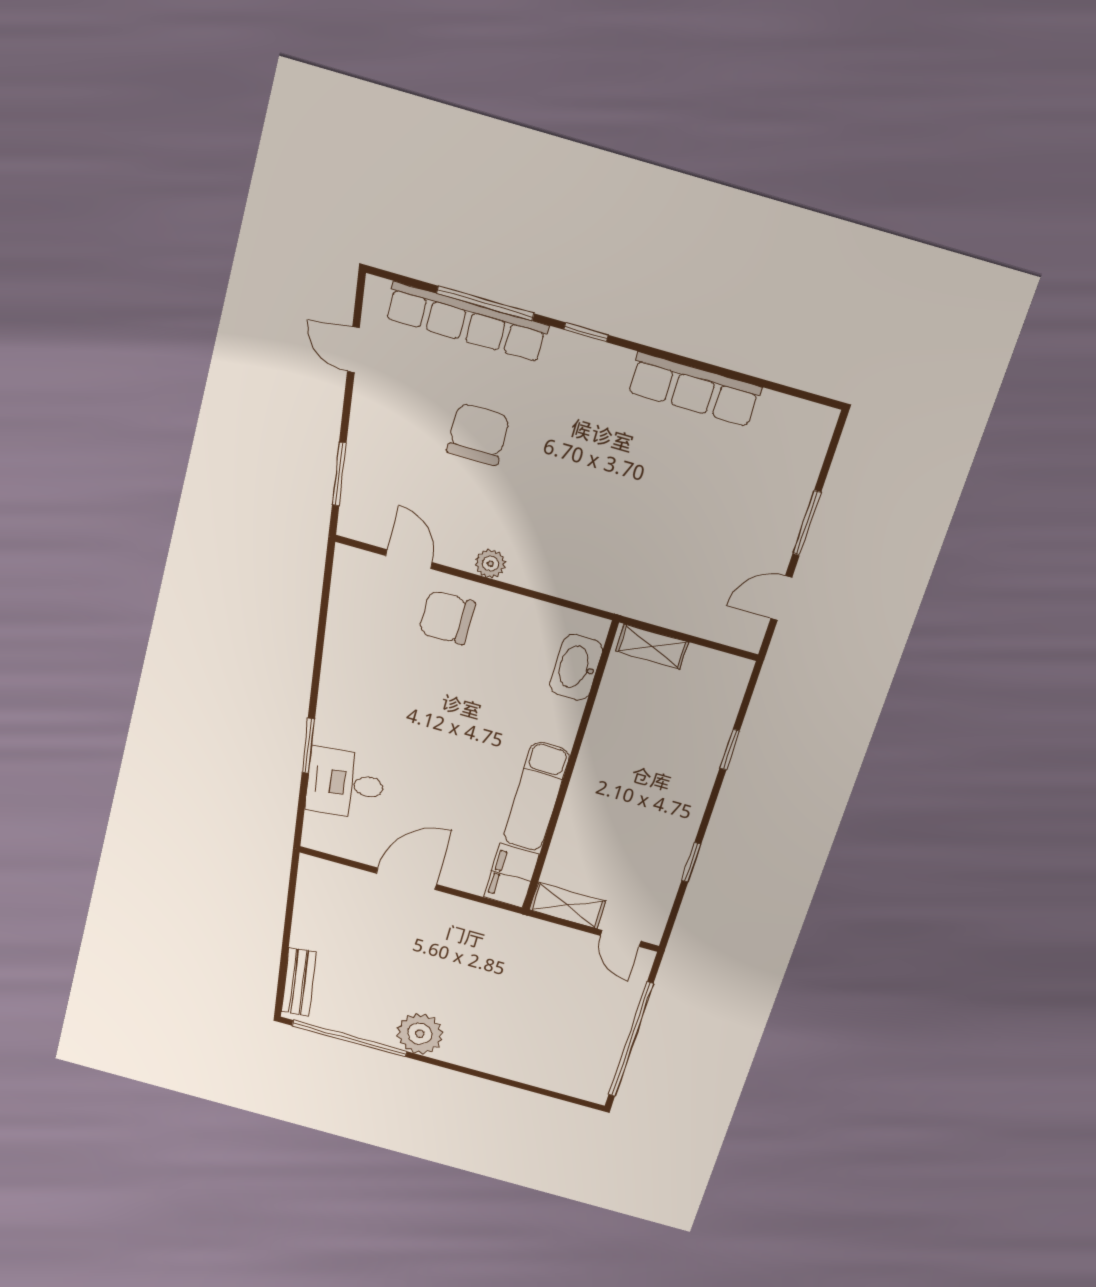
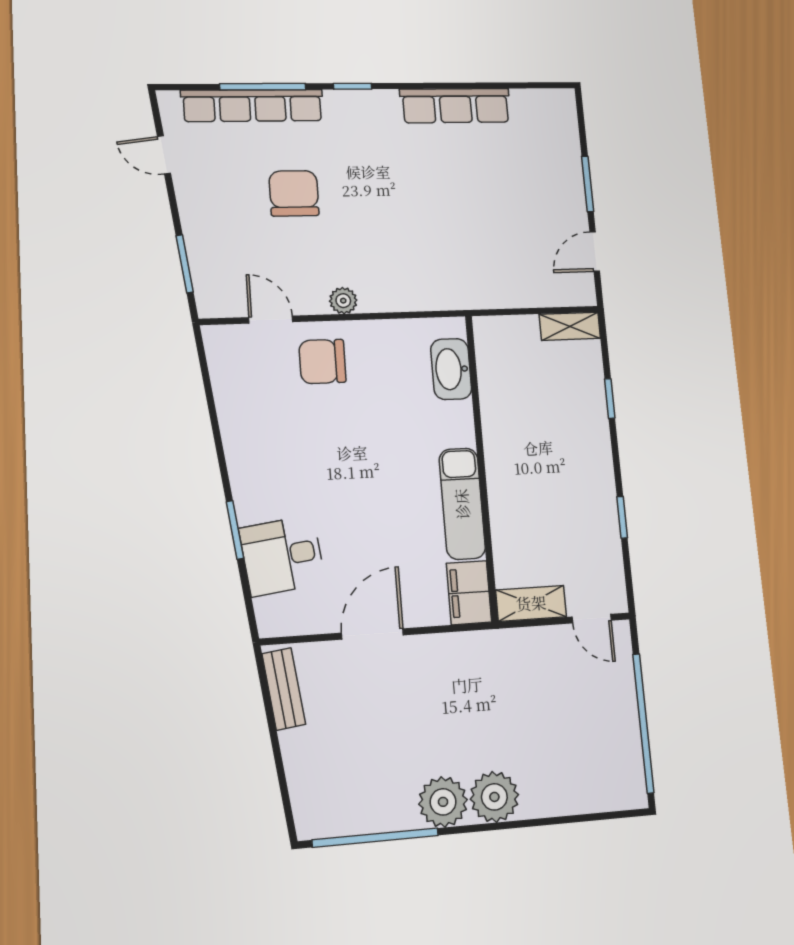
shelving: (652, 646) -> (570, 326), moved
bench: (299, 982) -> (284, 689), moved
plant: (467, 1047) -> (494, 797), added

